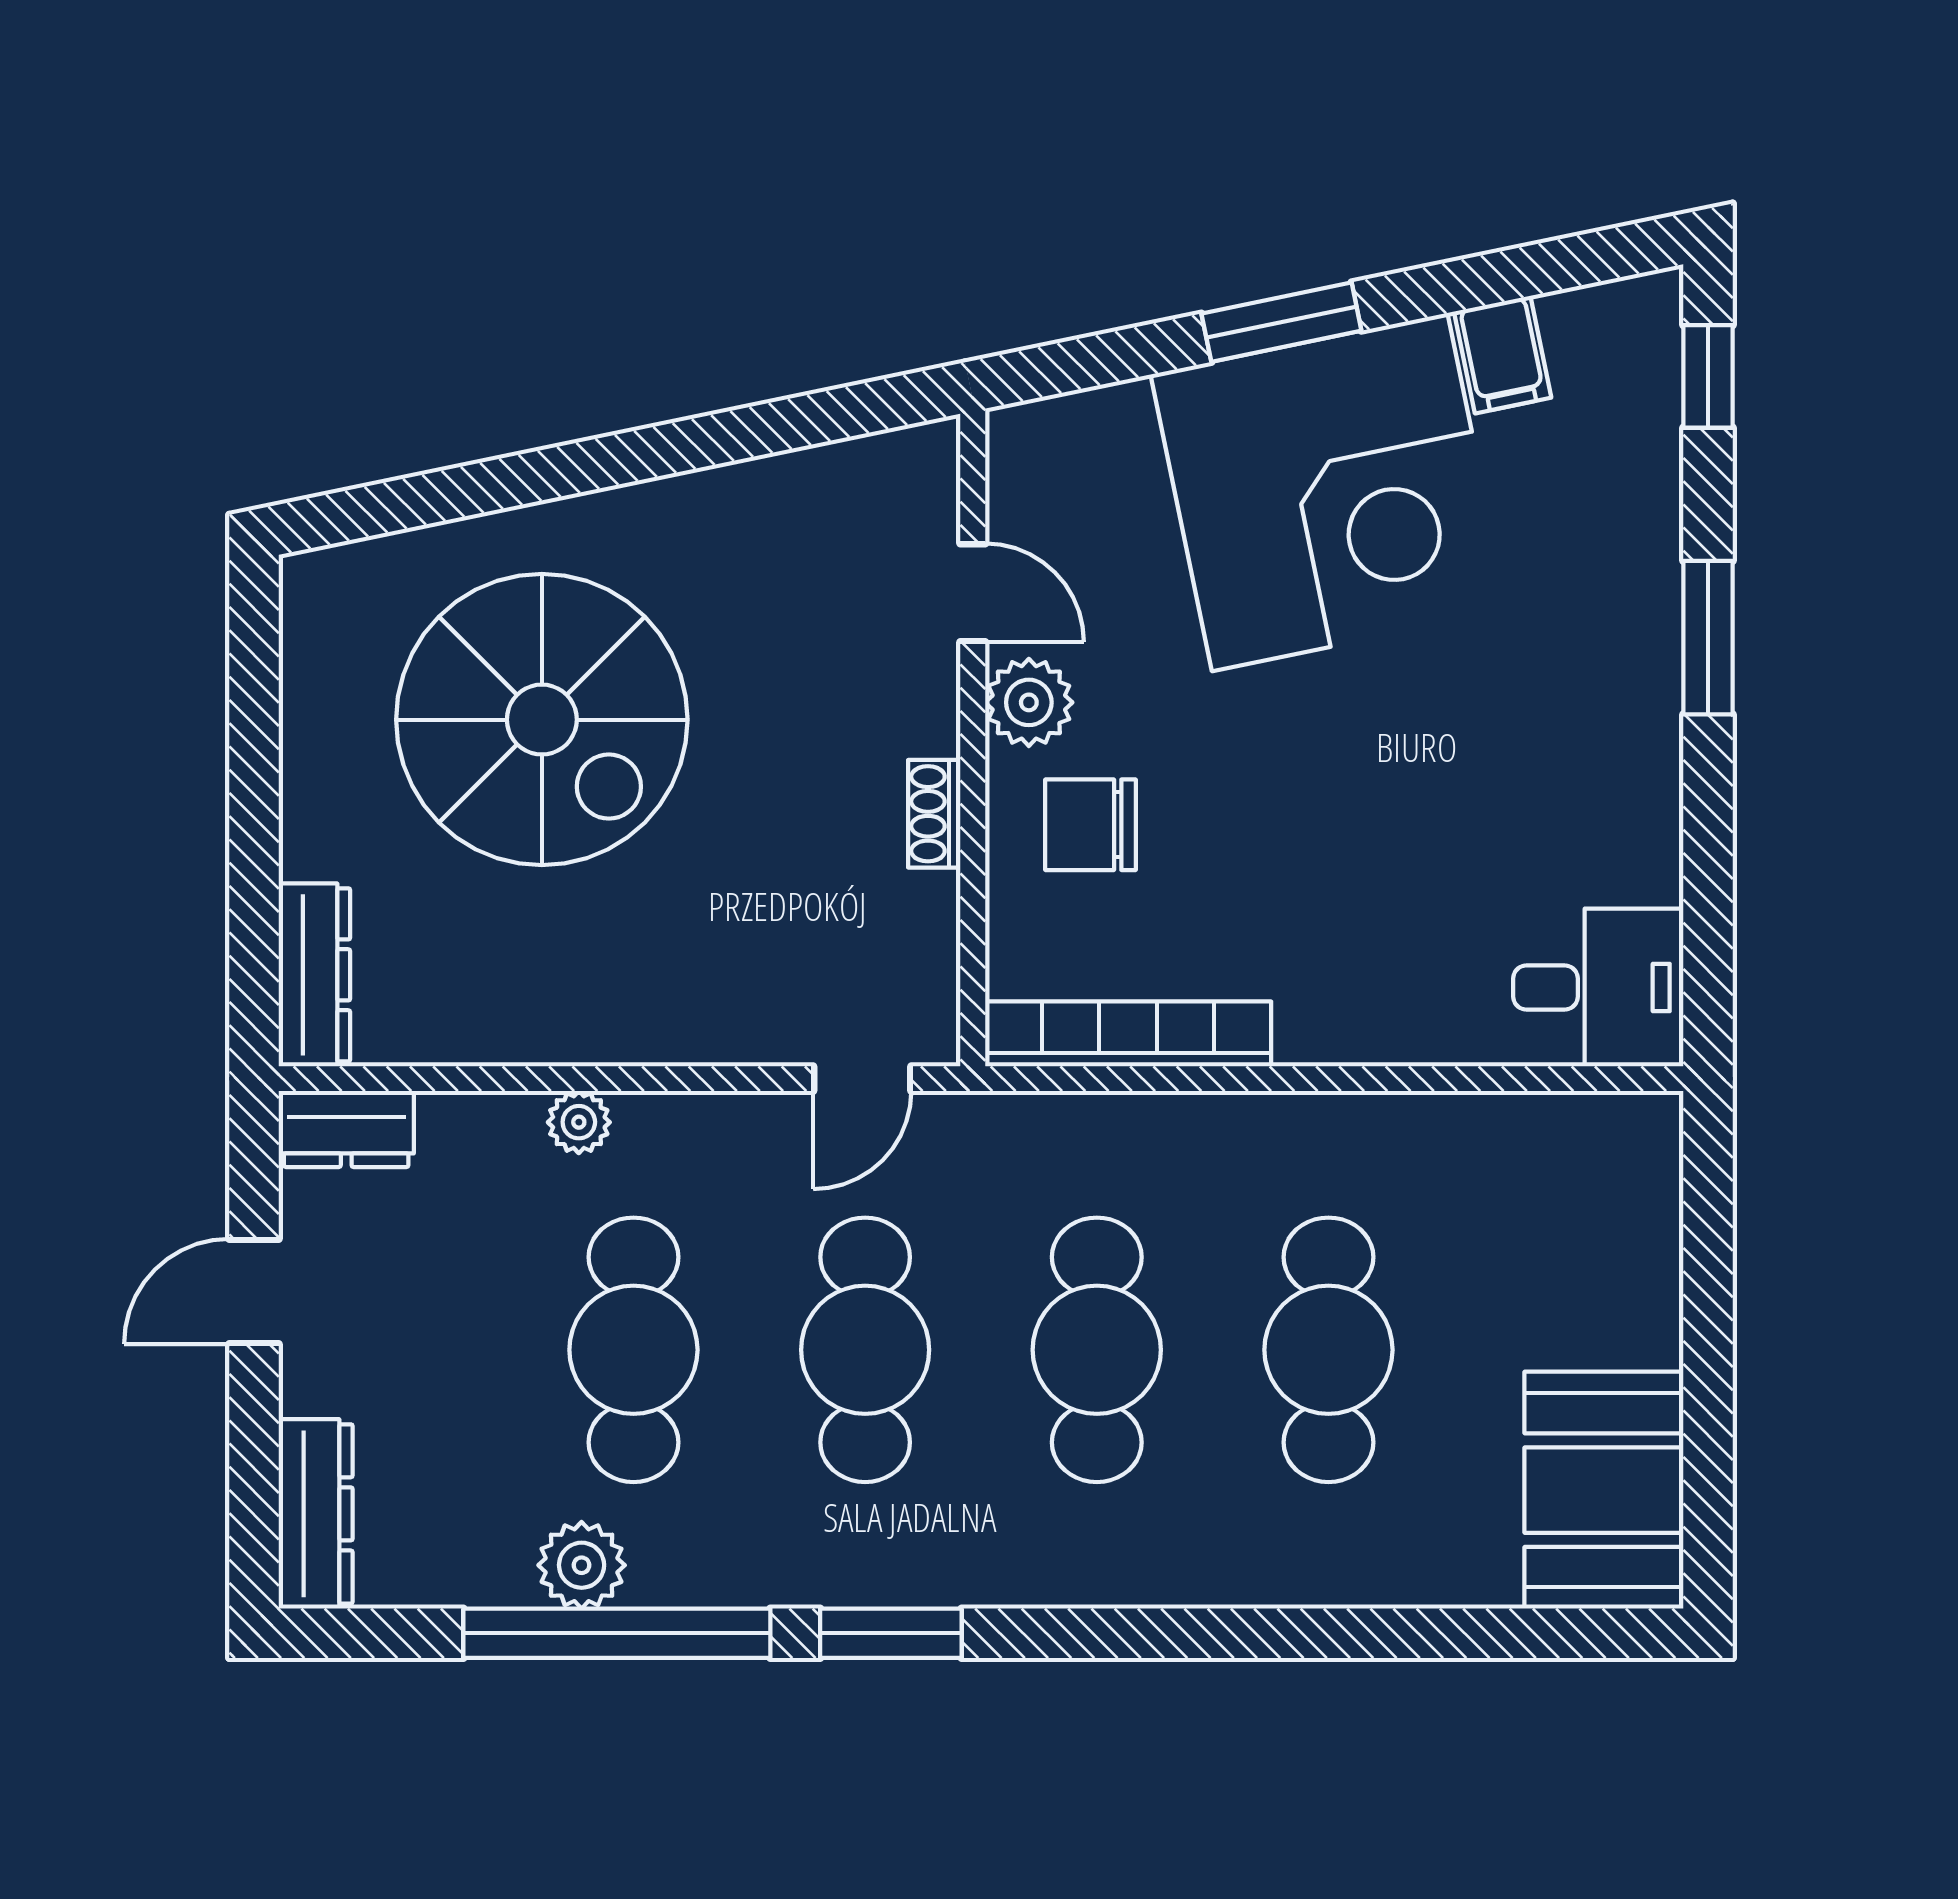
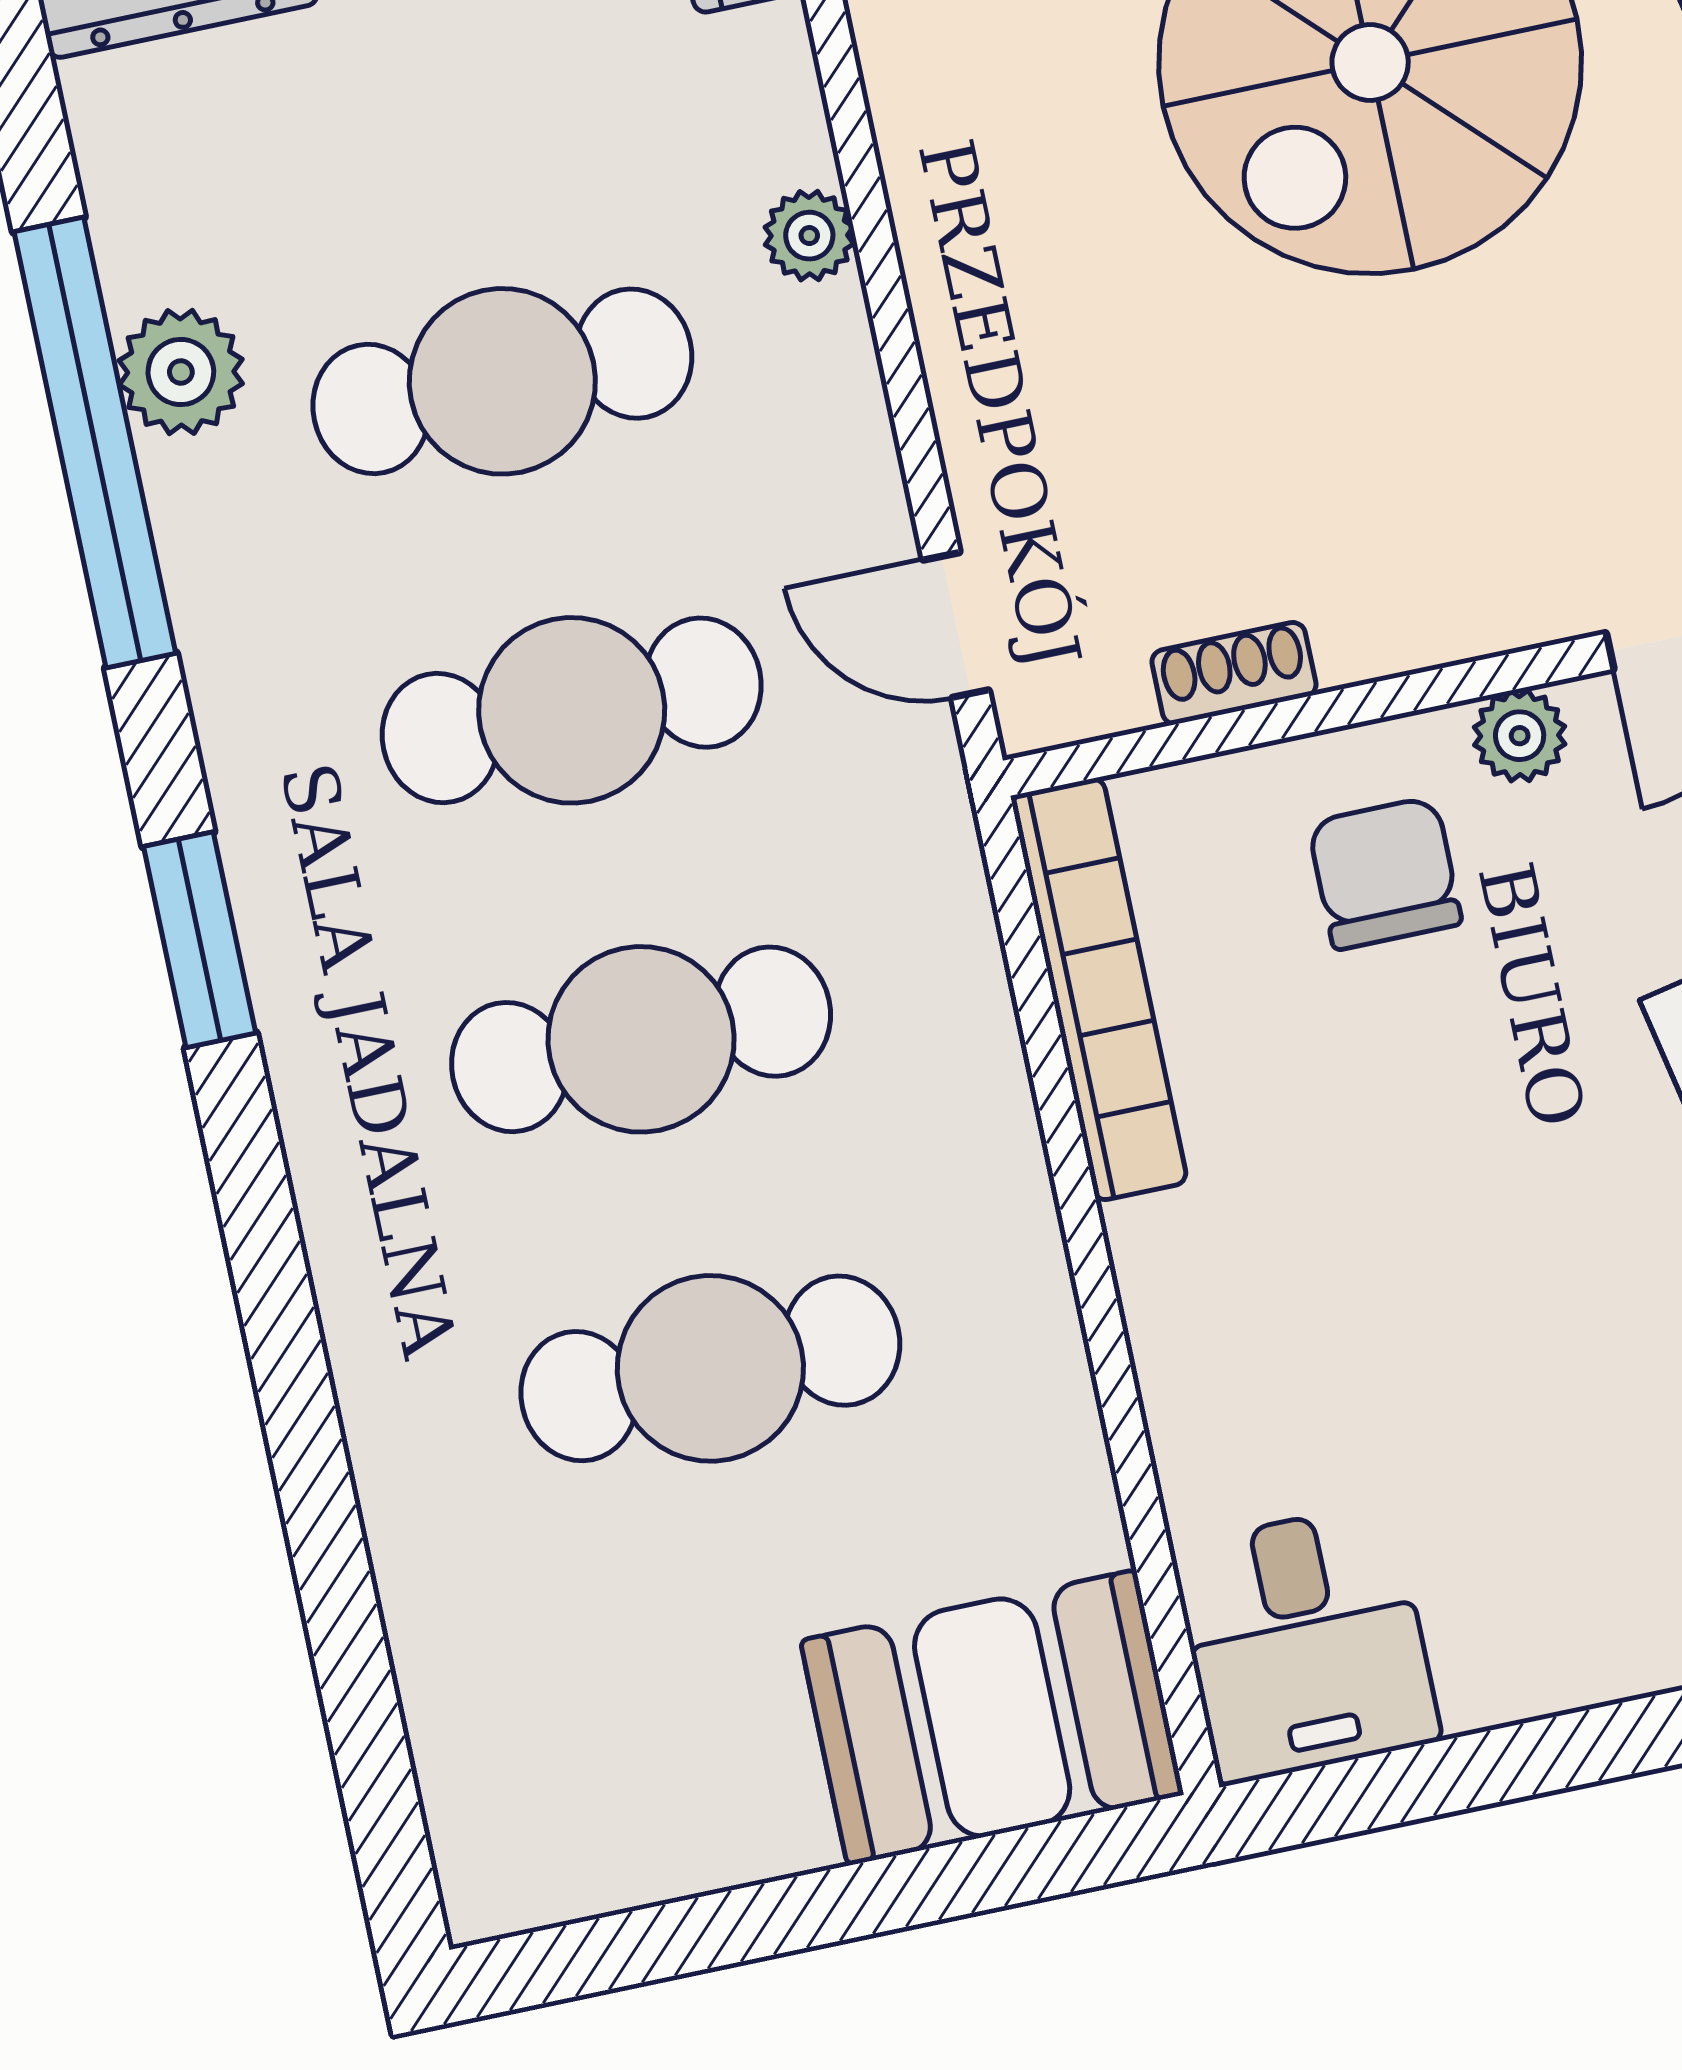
plant: (1029, 702) -> (1520, 736), width x0.73, depth x0.73
shoe rack: (934, 814) -> (1234, 673), moved
booth: (1604, 1490) -> (992, 1718), moved
window: (891, 1633) -> (200, 940), moved

